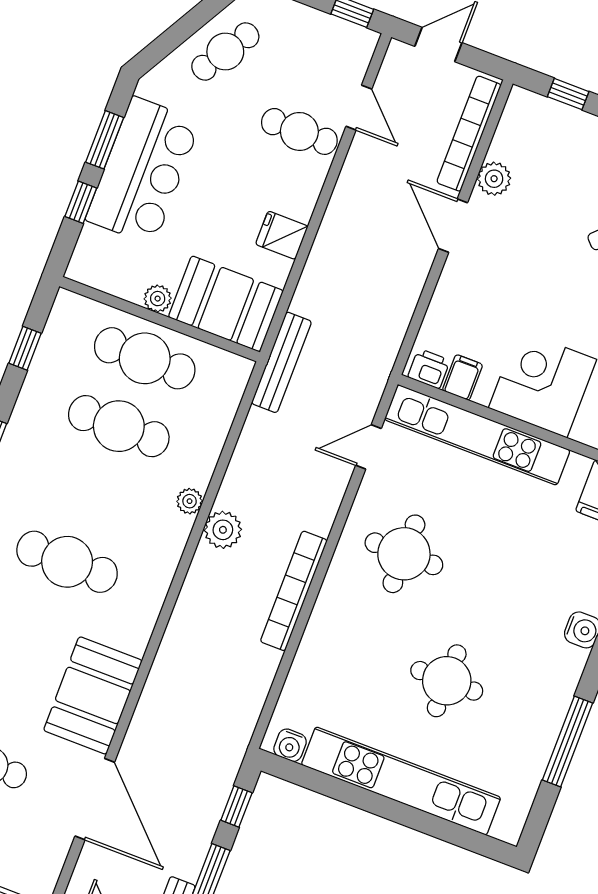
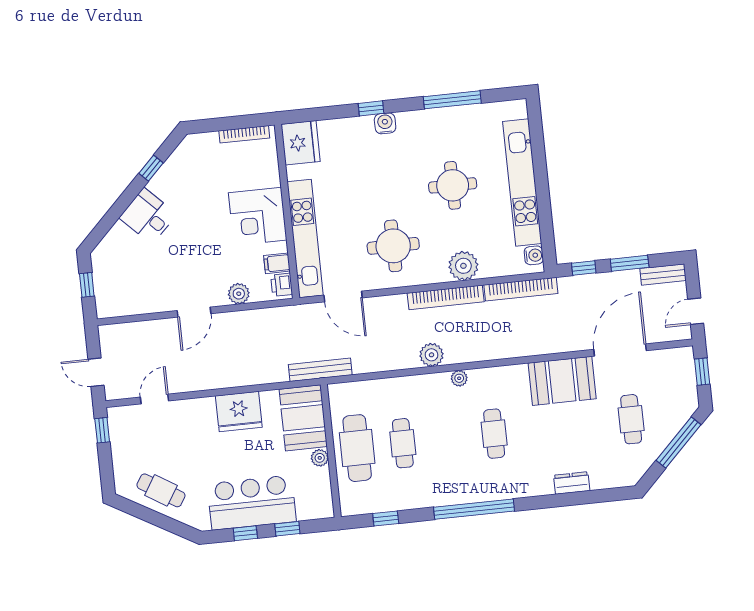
cafe table: (299, 131) -> (185, 426), removed
bookcase: (469, 134) -> (521, 289), moved
window: (105, 140) -> (245, 533), width x0.67
plant: (494, 179) -> (239, 294), moved
fridge: (282, 235) -> (239, 412), width x1.88, depth x1.34
cafe table: (119, 426) -> (403, 443), width x0.73, depth x0.74
door: (368, 447) -> (343, 296), width x1.38
plant: (190, 501) -> (459, 378), moved
cafe table: (67, 562) -> (494, 434), width x0.73, depth x0.74
plant: (326, 639) -> (463, 266), added

